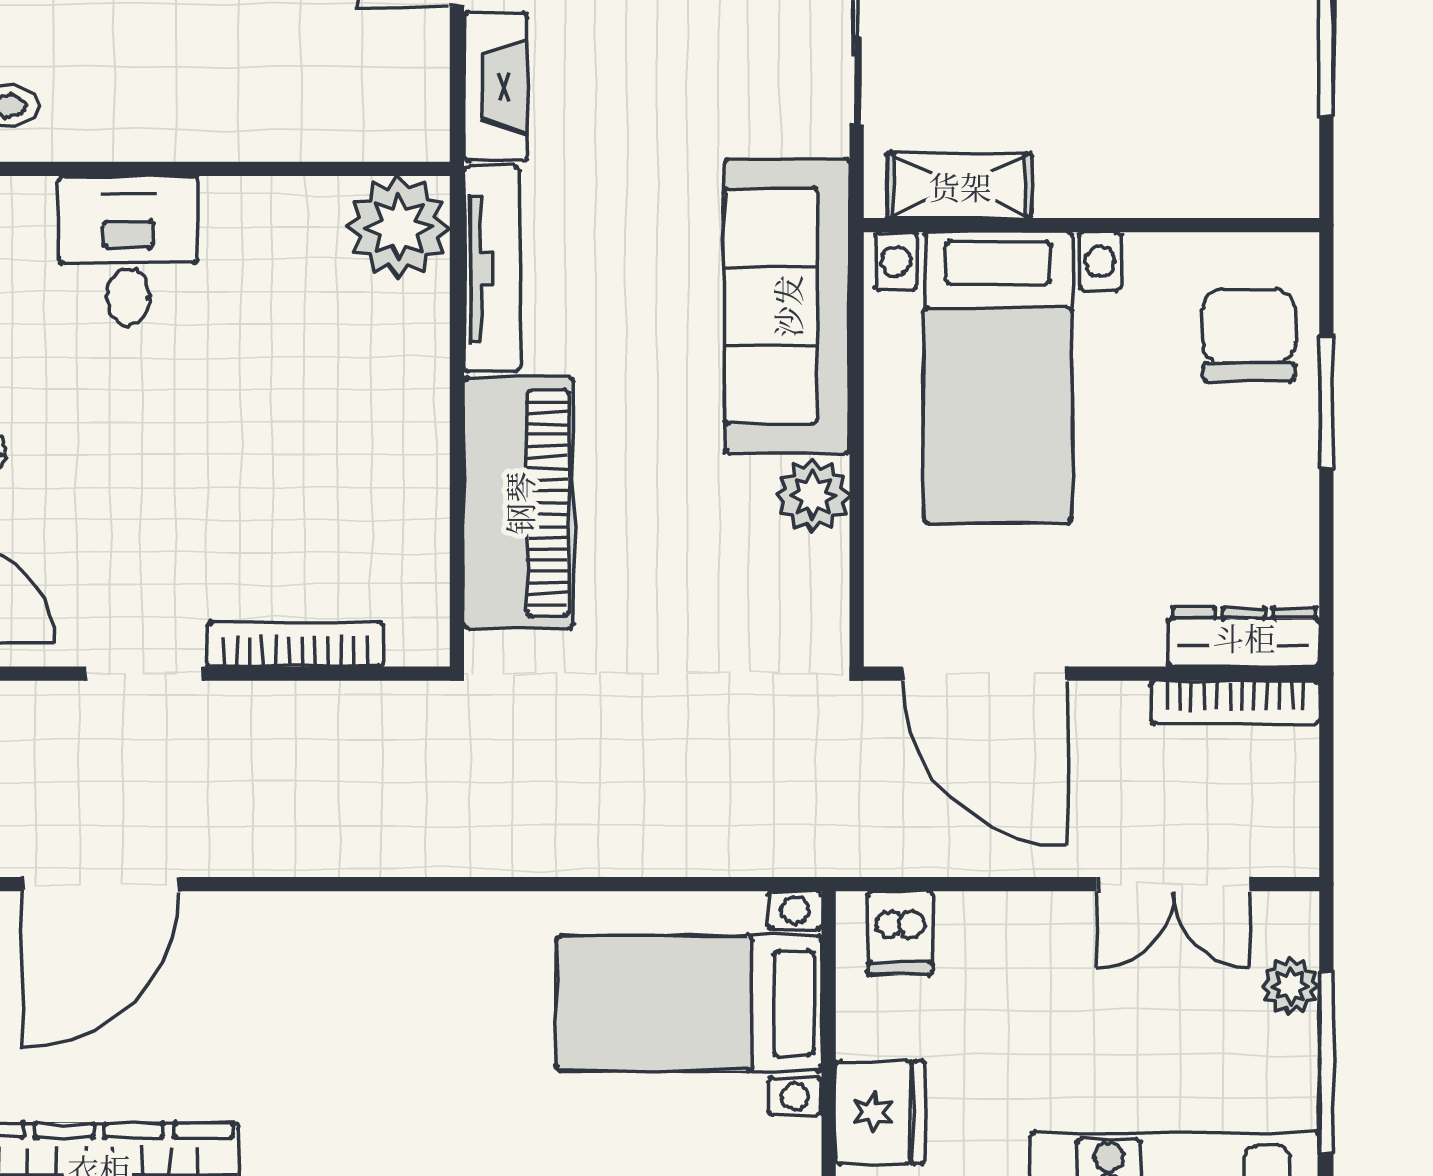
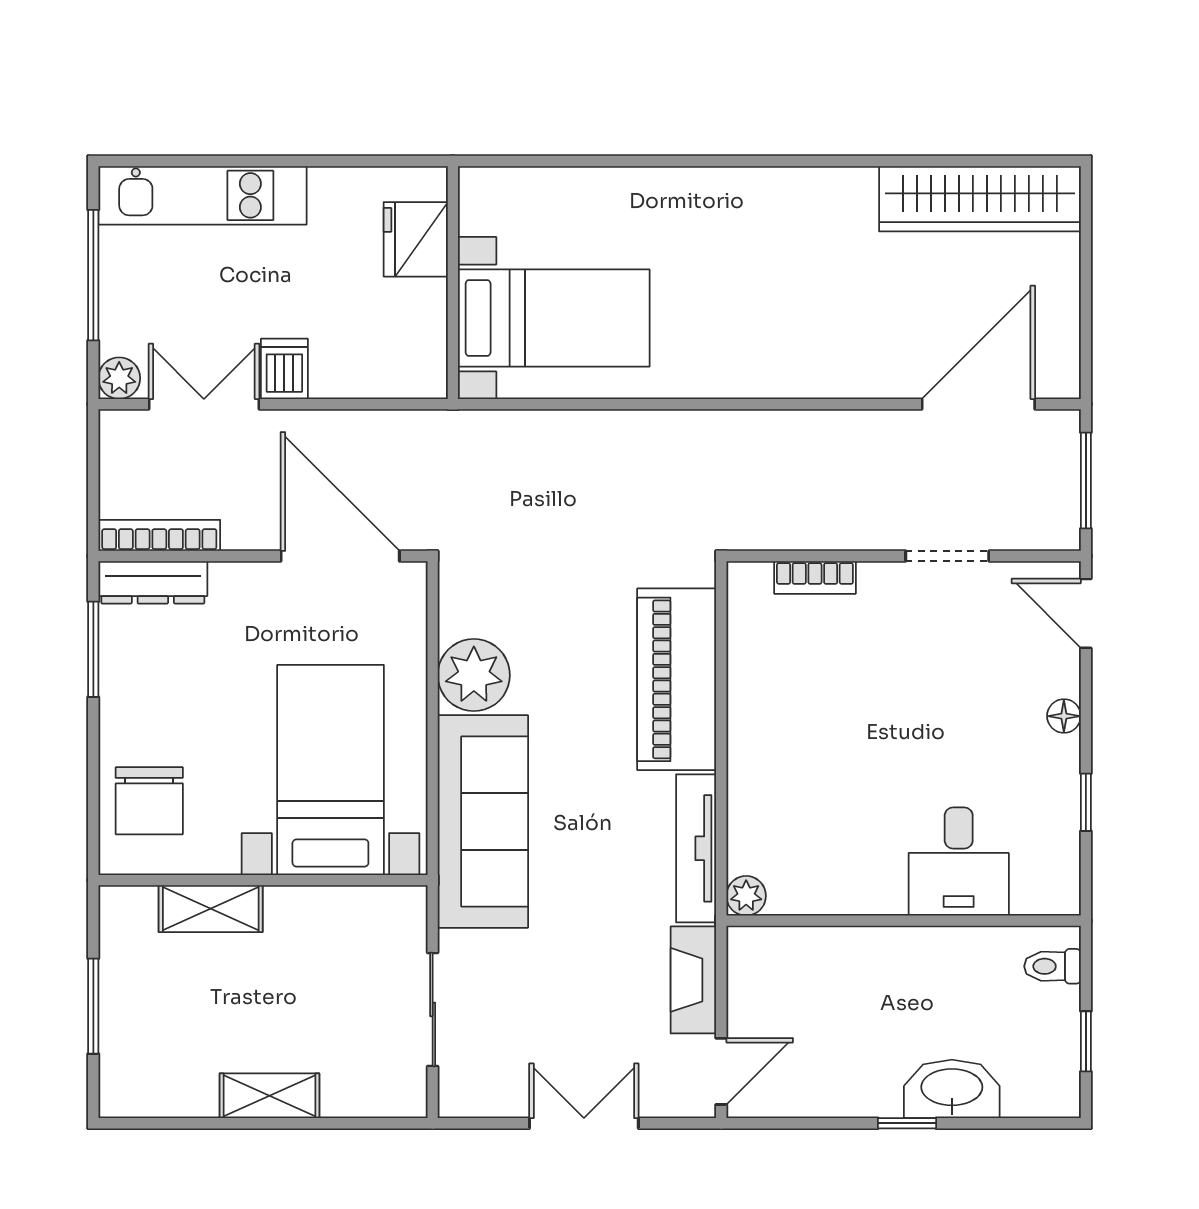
shelving: (960, 186) -> (211, 909), moved
plant: (399, 227) -> (746, 896), width x0.53, depth x0.53
window: (1326, 402) -> (93, 649), moved
plant: (813, 496) -> (474, 675), width x1.36, depth x1.36
bookcase: (295, 644) -> (815, 577), width x0.64
dishwasher: (900, 933) -> (284, 369), moved
plant: (1290, 986) -> (119, 378), moved

